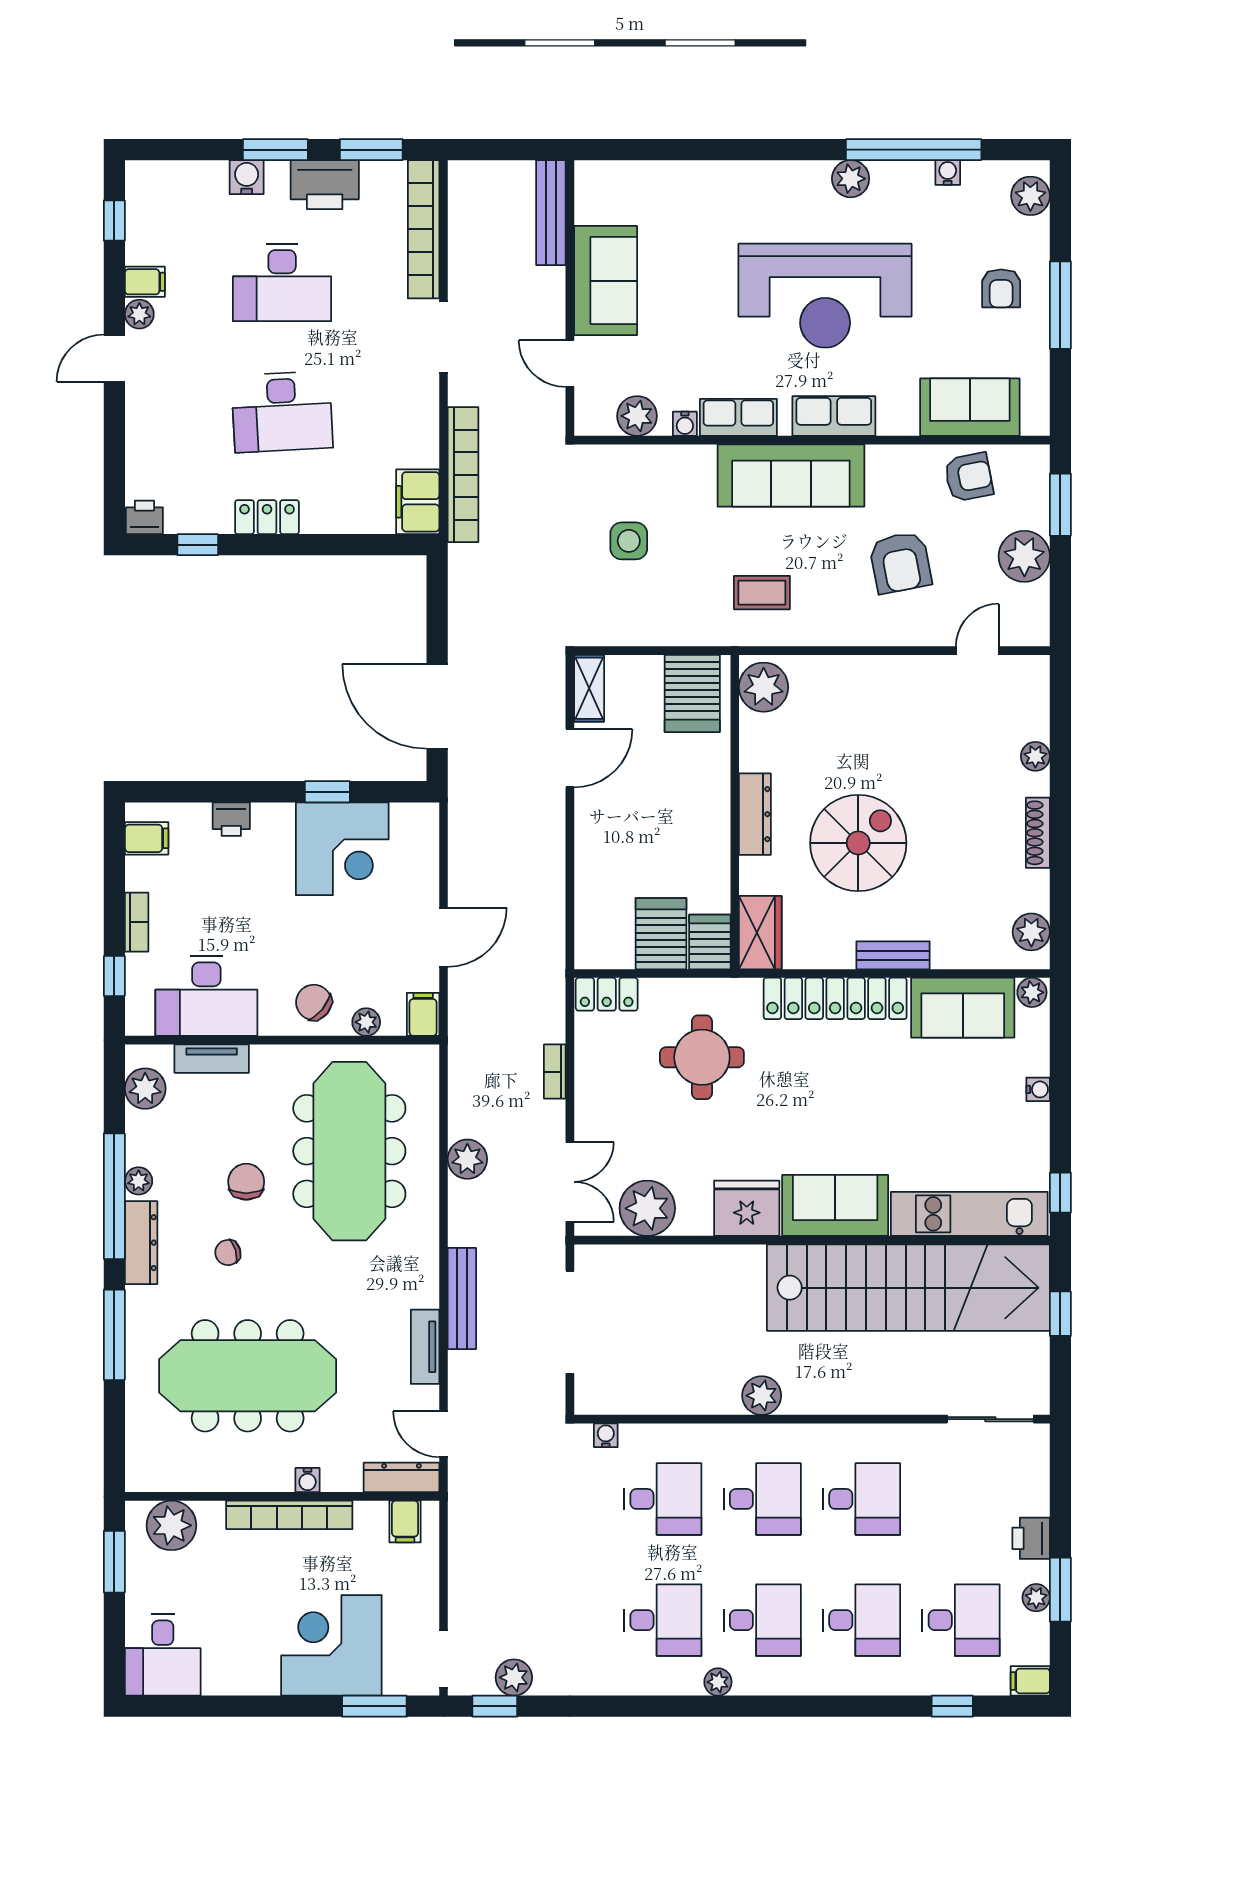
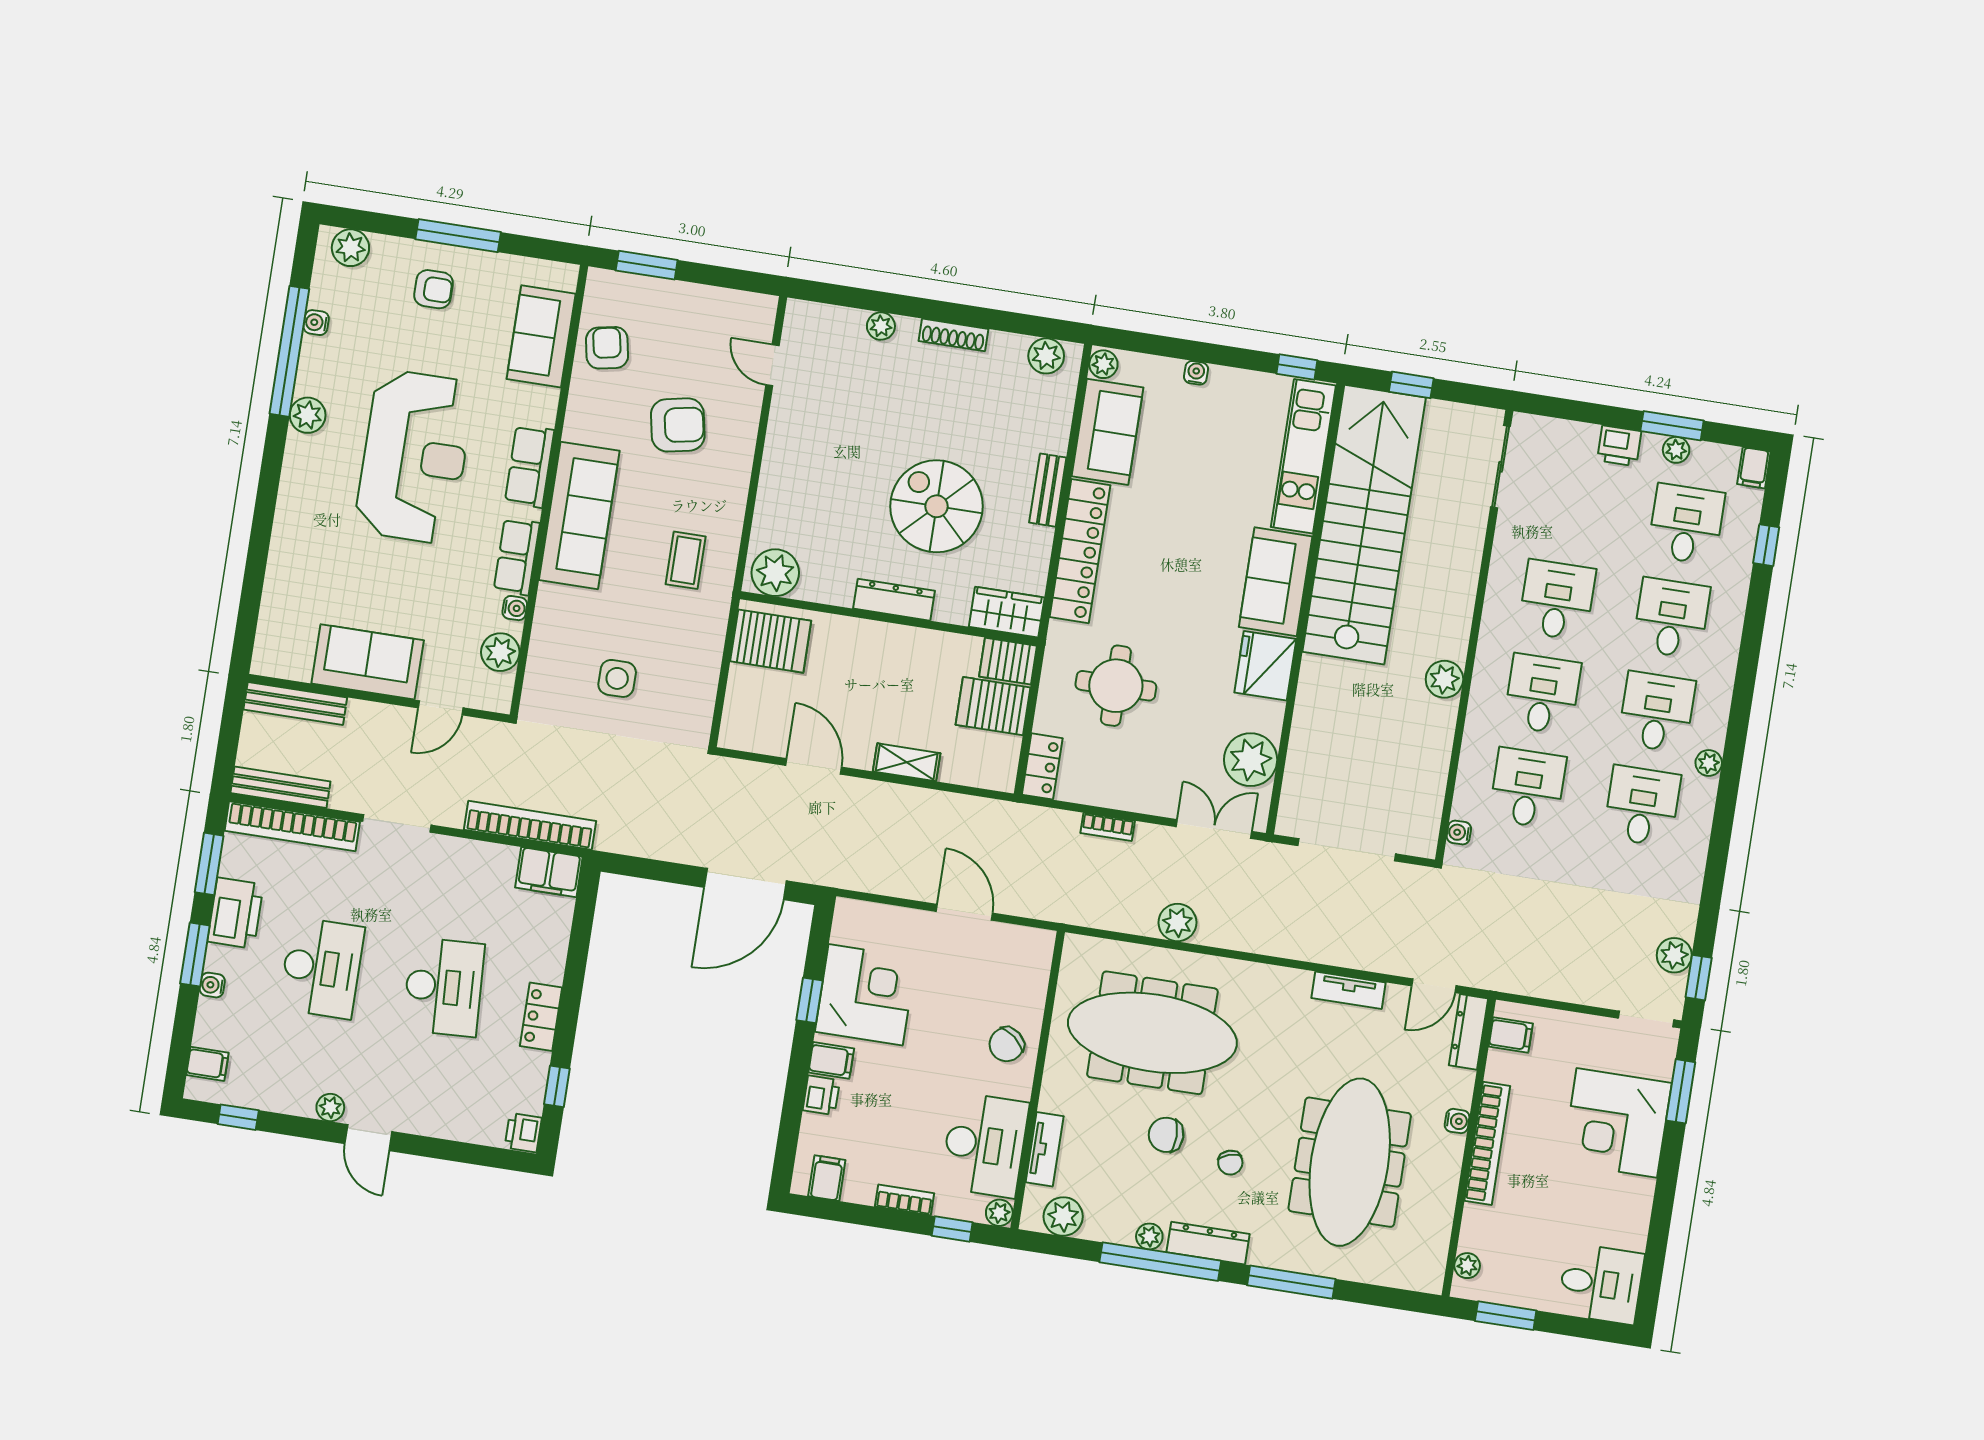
water cooler: (247, 177) -> (212, 985), width x0.72, depth x0.72
filing cabinet: (145, 282) -> (207, 1064), moved, turned 90
plant: (1024, 556) -> (690, 307), removed
shelving: (589, 688) -> (907, 762), moved
filing cabinet: (423, 1014) -> (831, 1060), moved, turned 180
plant: (366, 1022) -> (999, 1213), moved
bench: (462, 1299) -> (280, 787), moved
plant: (171, 1525) -> (1467, 1266), width x0.53, depth x0.53

